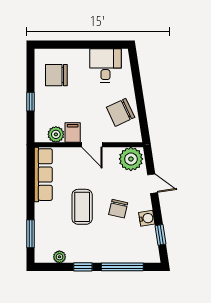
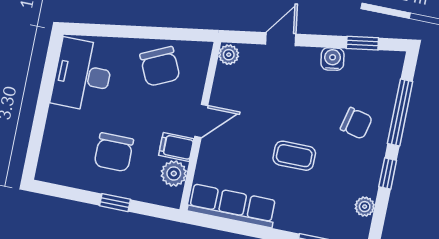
desk: (105, 65) -> (83, 75), width x1.37
chair: (56, 75) -> (114, 152), moved
plant: (131, 159) -> (229, 55), width x0.53, depth x0.53
coffee table: (82, 207) -> (294, 156), width x0.73, depth x0.77
chair: (118, 209) -> (356, 123), moved

